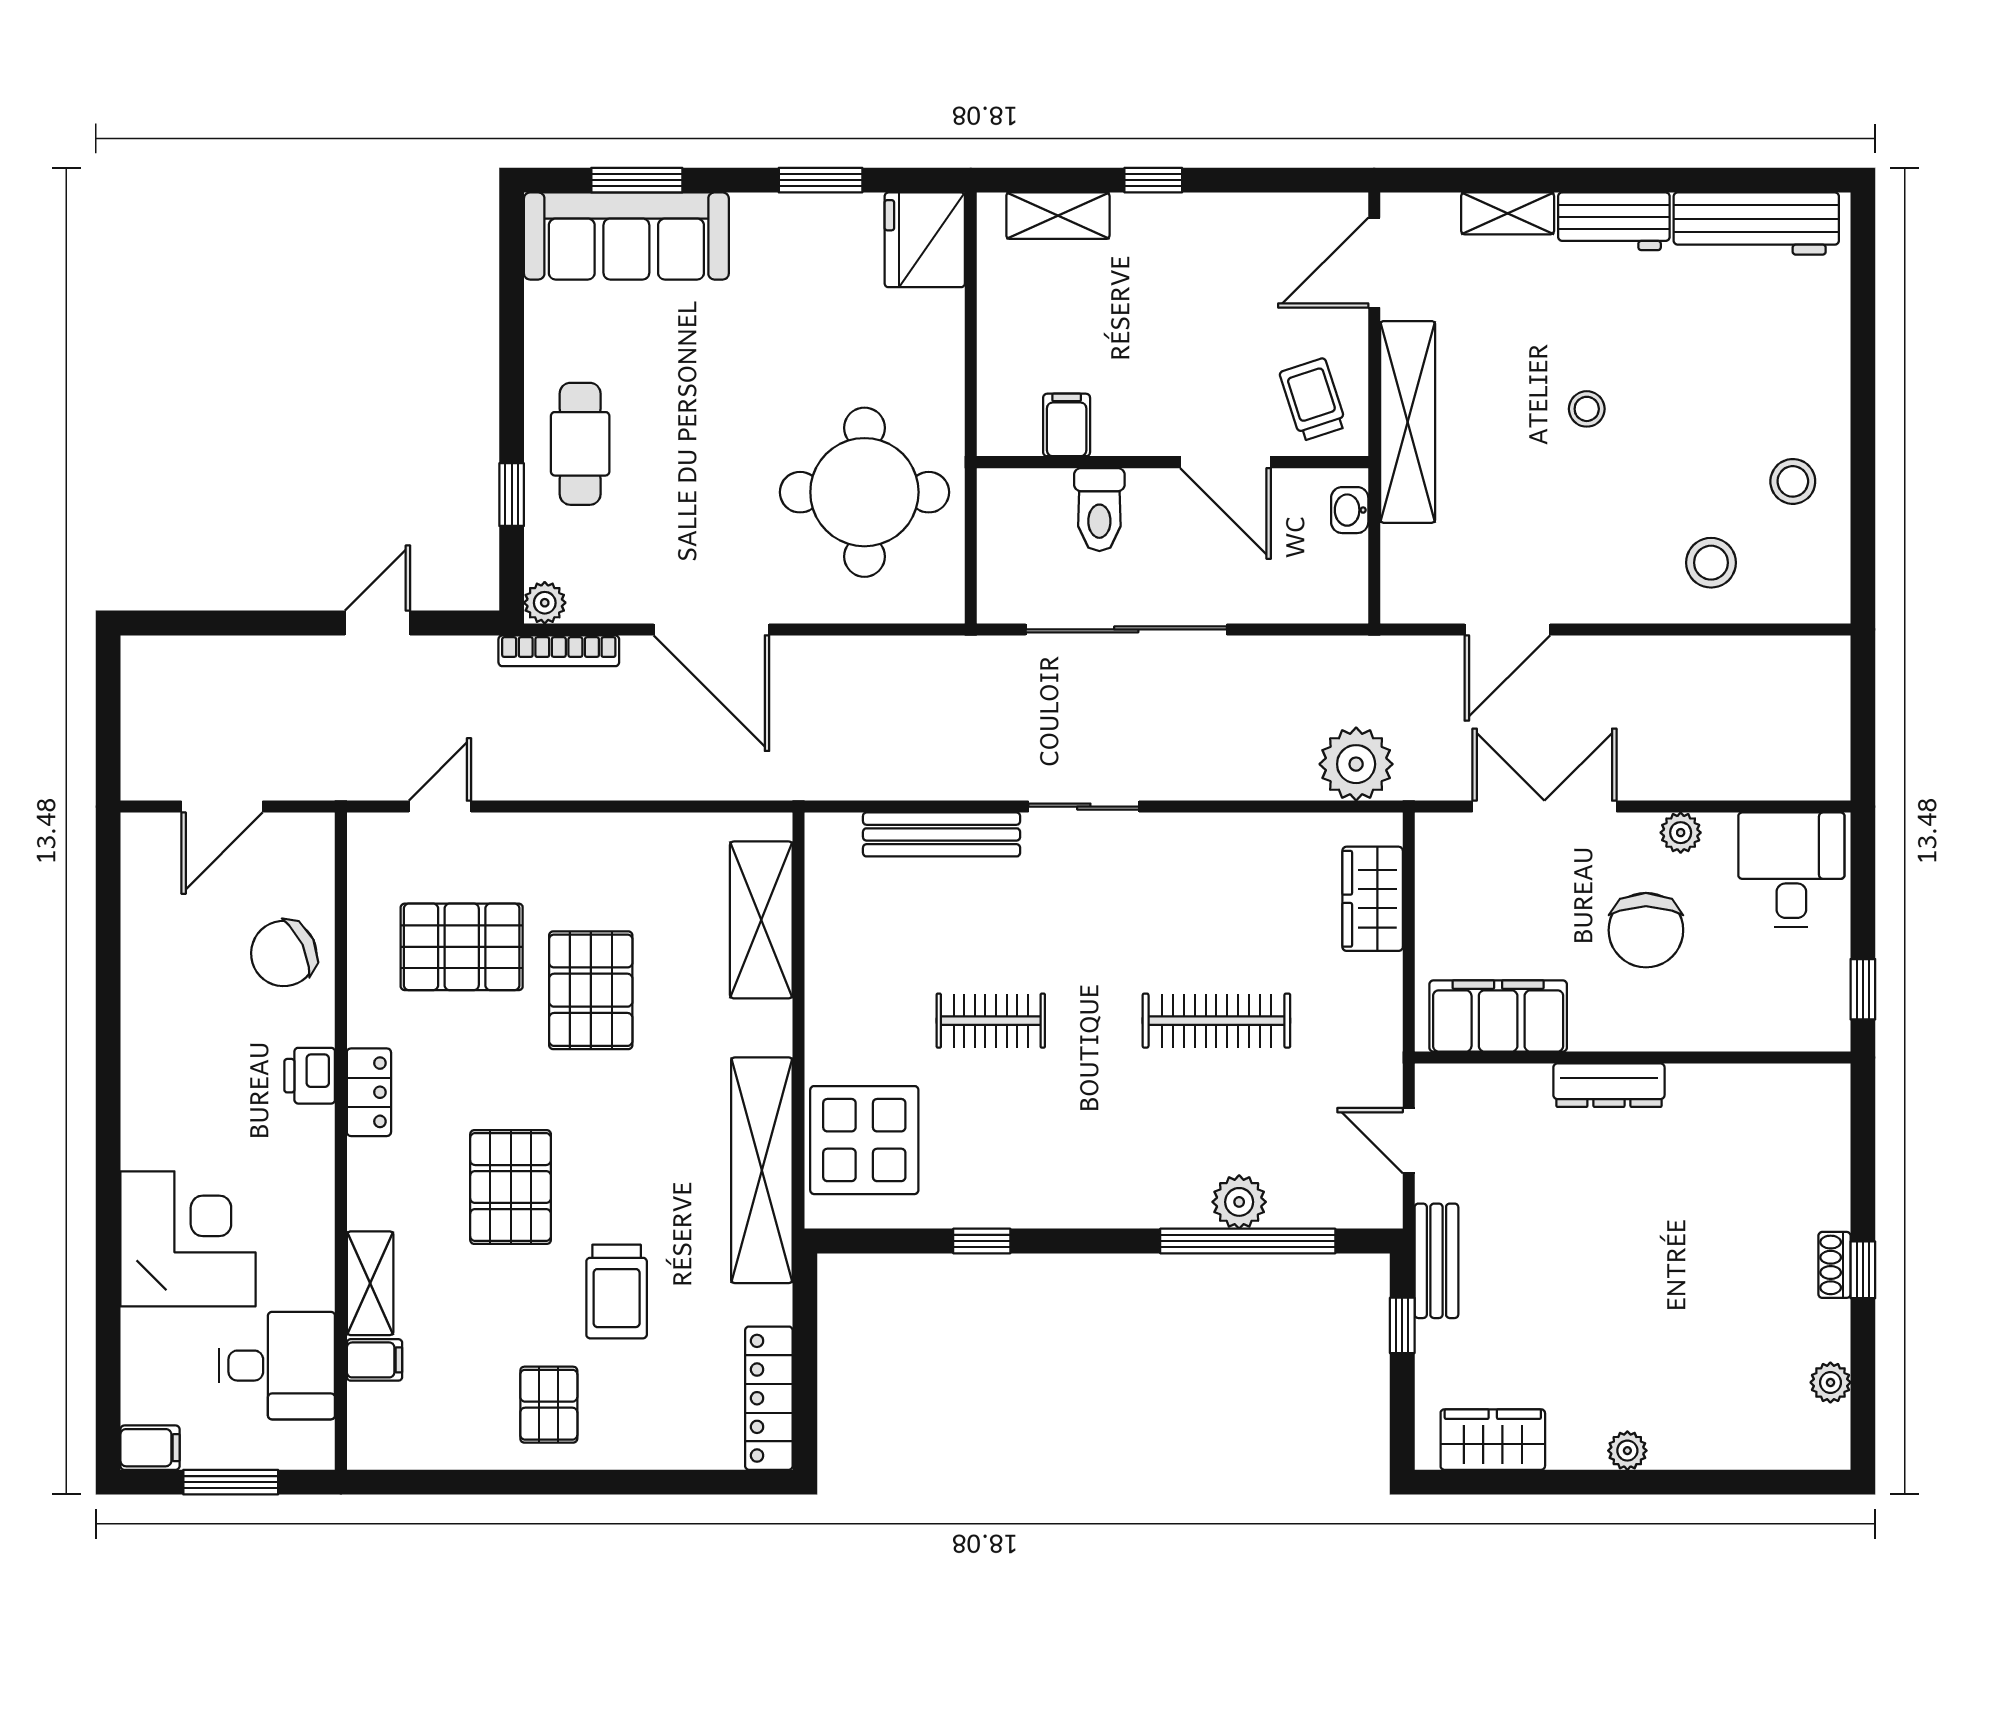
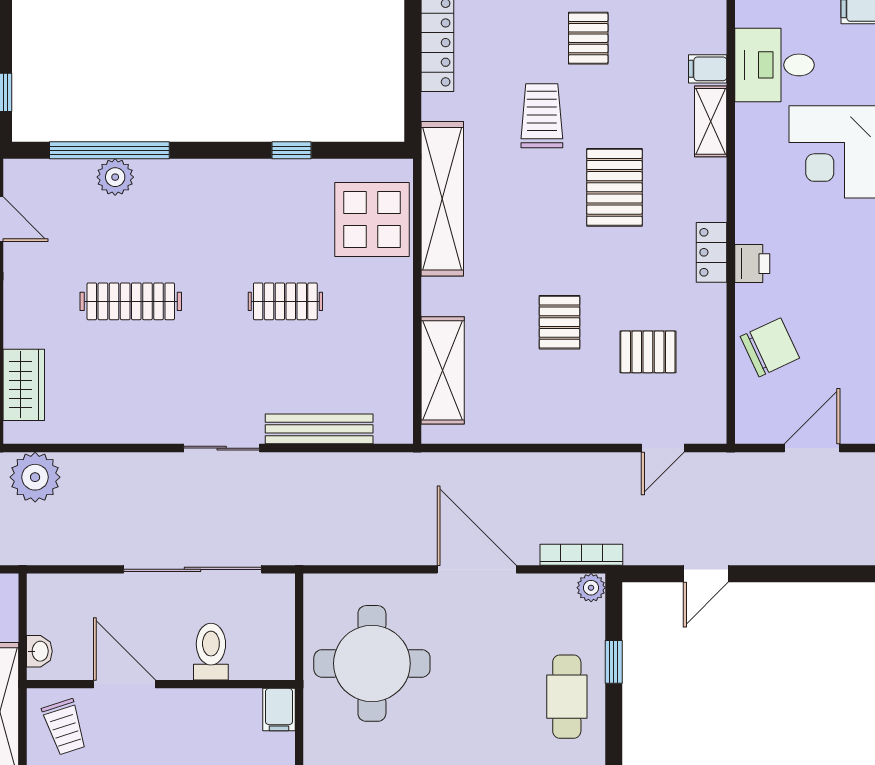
filing cabinet: (1067, 425) -> (279, 710), moved
pallet: (462, 947) -> (648, 352), width x0.67, depth x0.71
pallet: (591, 990) -> (559, 322), width x0.67, depth x0.71

